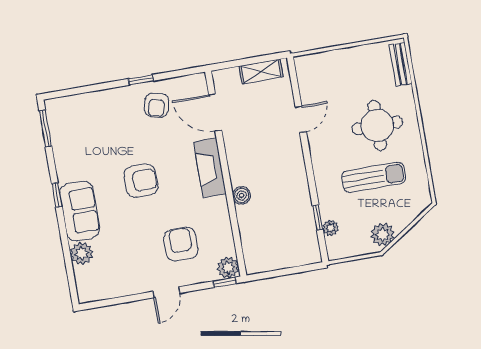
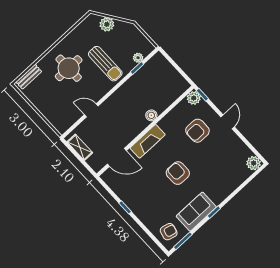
armchair: (157, 105) -> (169, 232), moved
door: (215, 112) -> (117, 157), hinge flipped
sun lounger: (374, 177) -> (105, 64), moved, turned 180
sofa: (80, 211) -> (196, 212), moved
plant: (382, 235) -> (107, 24), moved
plant: (82, 253) -> (254, 163), moved
door: (166, 292) -> (228, 122), hinge flipped

